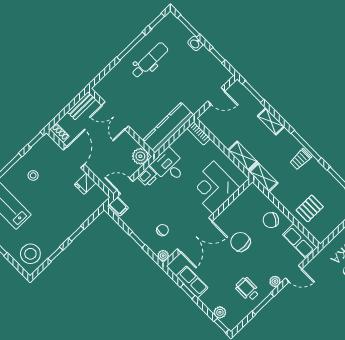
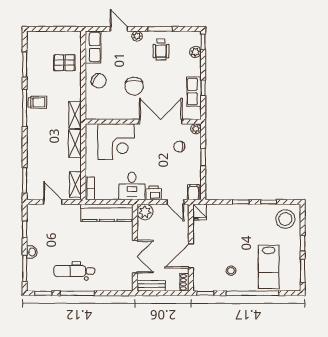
shelving: (271, 121) -> (75, 184), moved
fridge: (85, 184) -> (200, 212), moved, turned 90

